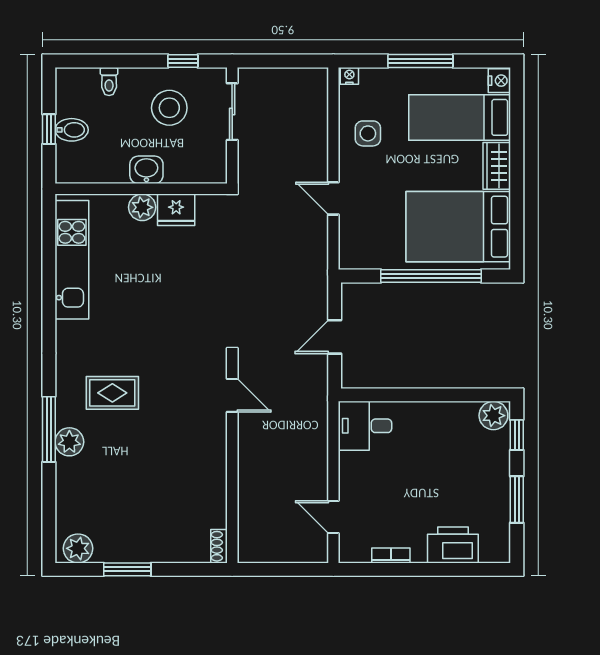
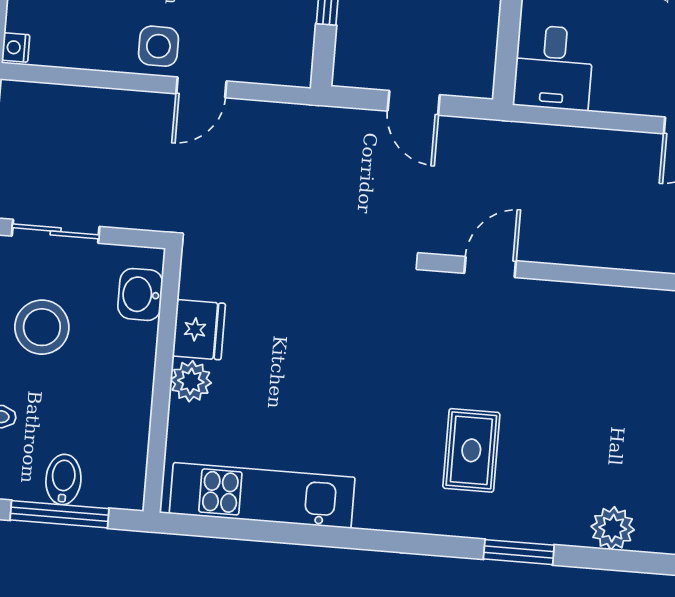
window: (49, 129) -> (60, 514), width x2.17
side table: (368, 133) -> (158, 46), moved
washbasin: (146, 170) -> (140, 294), moved
window: (49, 429) -> (519, 552), width x0.69
plant: (69, 442) -> (613, 528), moved

